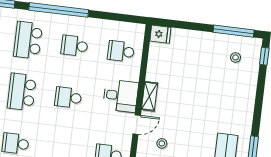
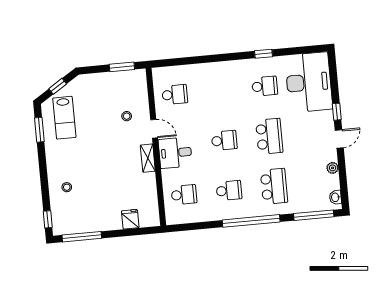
fridge: (160, 34) -> (130, 219), moved, turned 90
stool: (236, 57) -> (67, 187), moved
door: (137, 125) -> (154, 129), swing flipped

